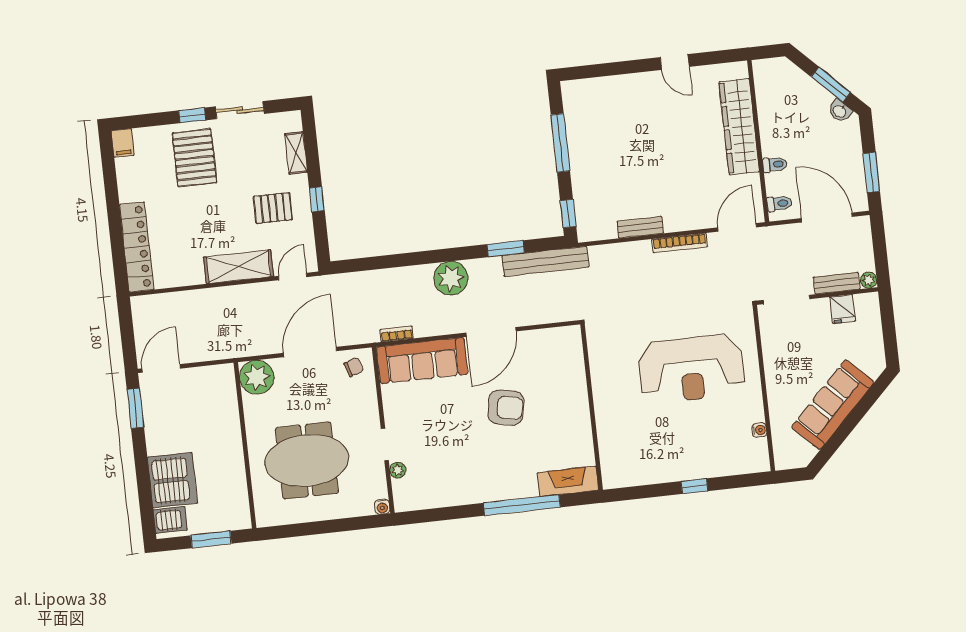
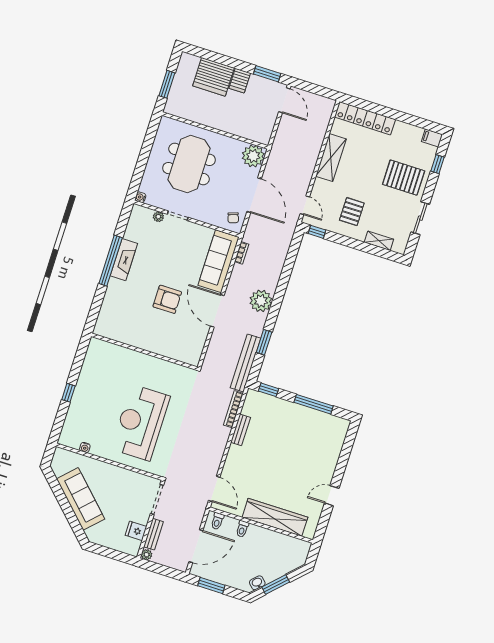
window: (192, 115) -> (438, 164), moved
window: (317, 199) -> (317, 232), moved
bookcase: (680, 243) -> (233, 409), moved
shelving: (239, 267) -> (331, 158), moved
armchair: (506, 408) -> (167, 299), turned -101
fireplace: (568, 481) -> (124, 260), moved
window: (522, 505) -> (111, 261), moved
server rack: (170, 520) -> (240, 81), moved

